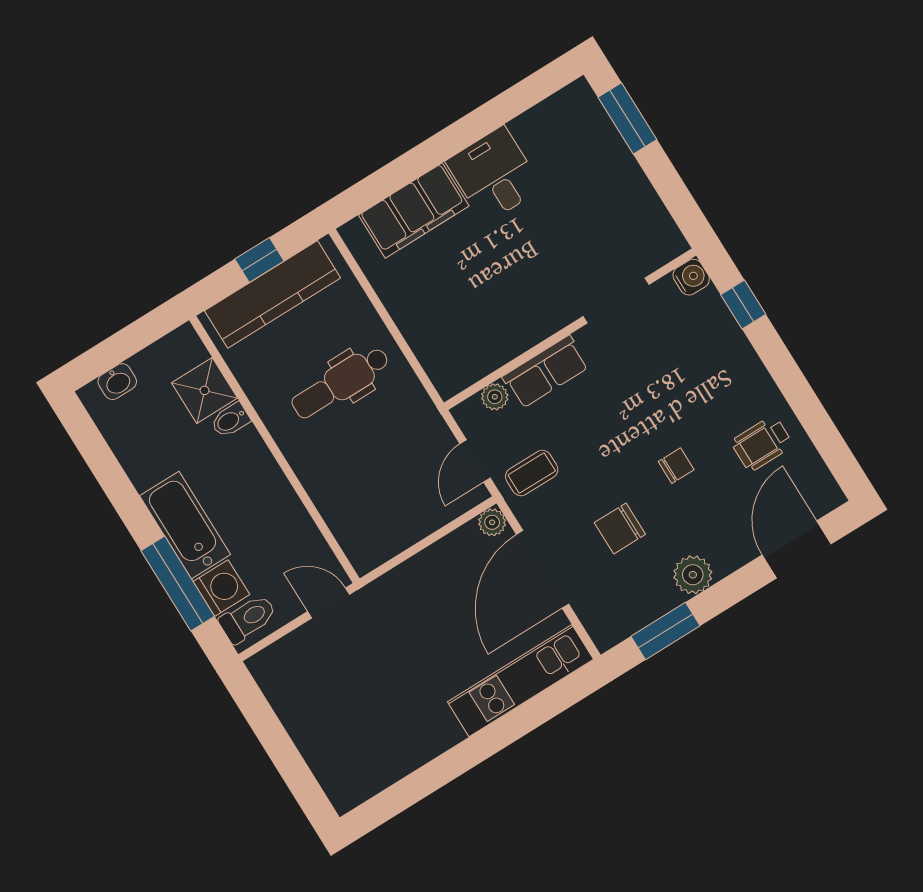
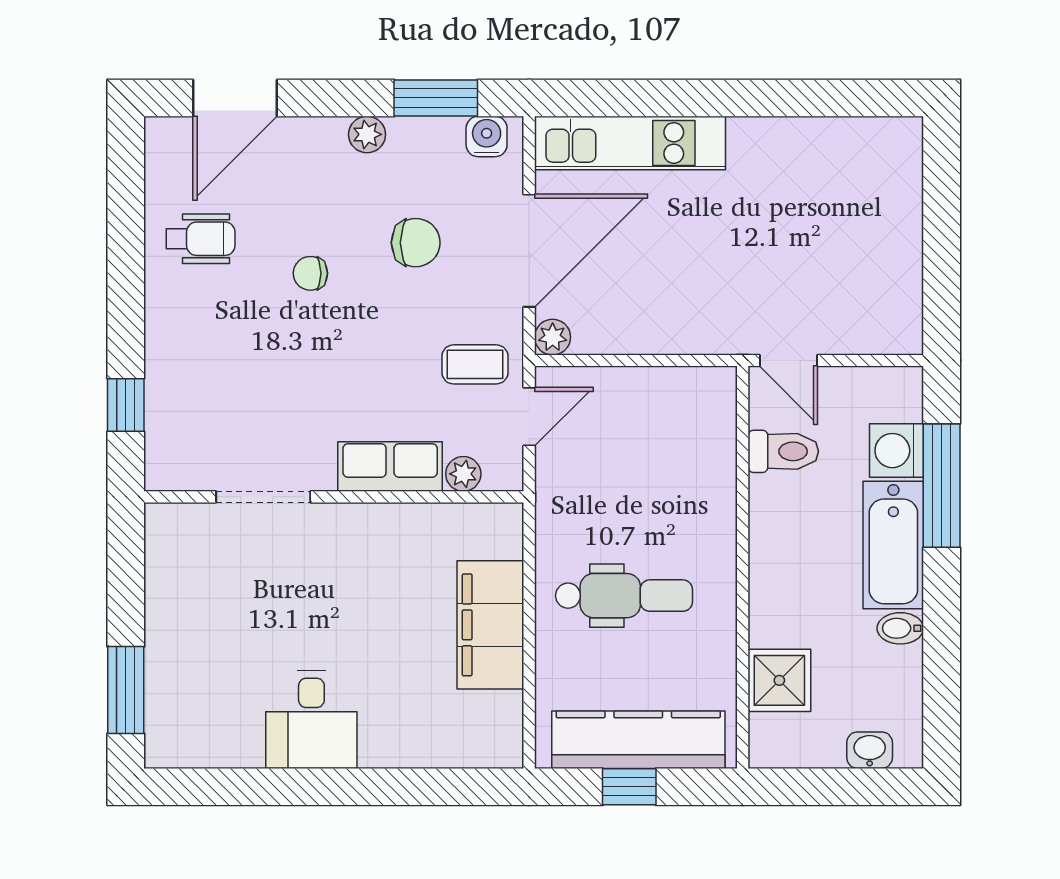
filing cabinet: (414, 210) -> (490, 625), moved, turned -90
water cooler: (691, 277) -> (487, 136), moved, turned 90
bidet: (230, 420) -> (900, 628), moved, turned 180
plant: (693, 575) -> (367, 134), width x0.73, depth x0.73
toilet: (248, 619) -> (783, 451), moved, turned 180

